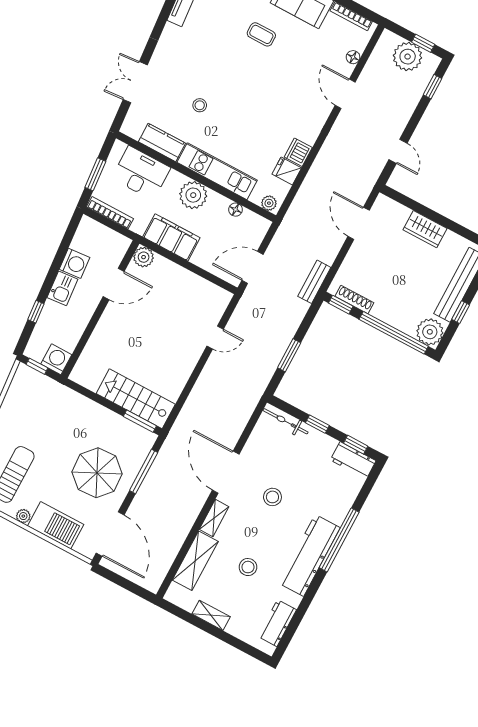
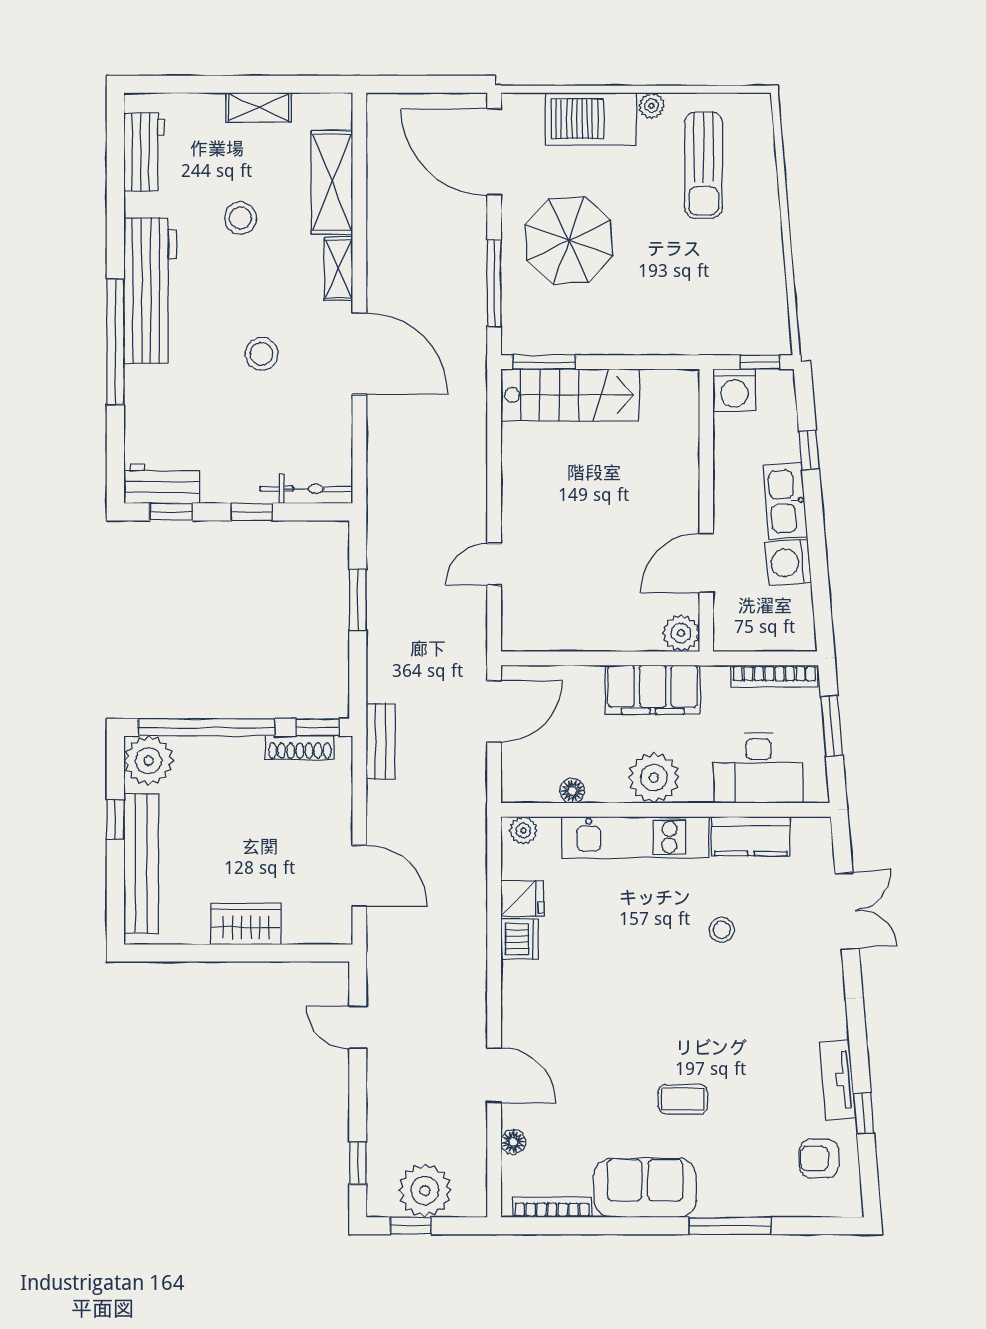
kitchen sink: (62, 288) -> (785, 501), width x1.38

